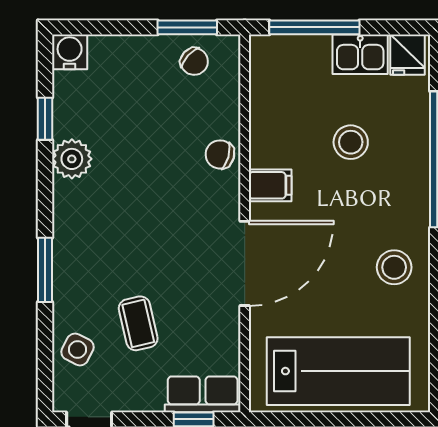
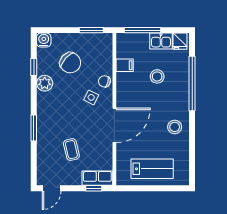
chair: (194, 61) -> (70, 63), moved, width x1.87, depth x1.87
filing cabinet: (270, 185) -> (125, 65), moved
side table: (77, 349) -> (91, 97), moved
lab bench: (338, 371) -> (152, 169), width x0.73, depth x0.72

